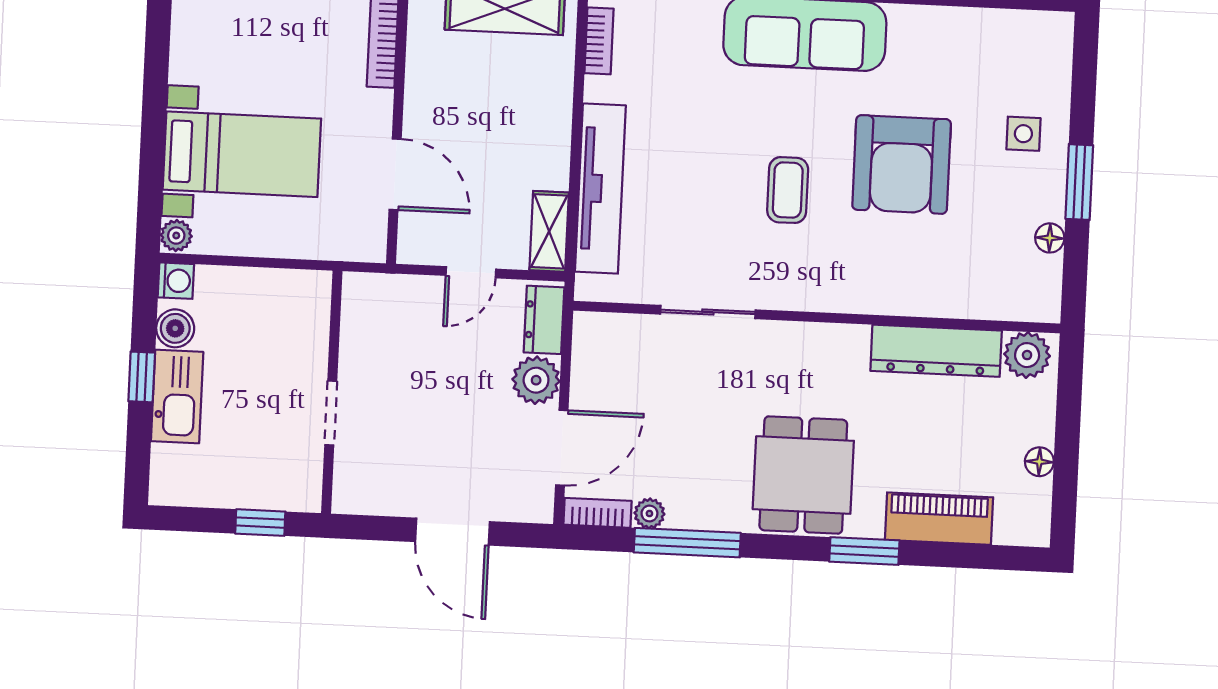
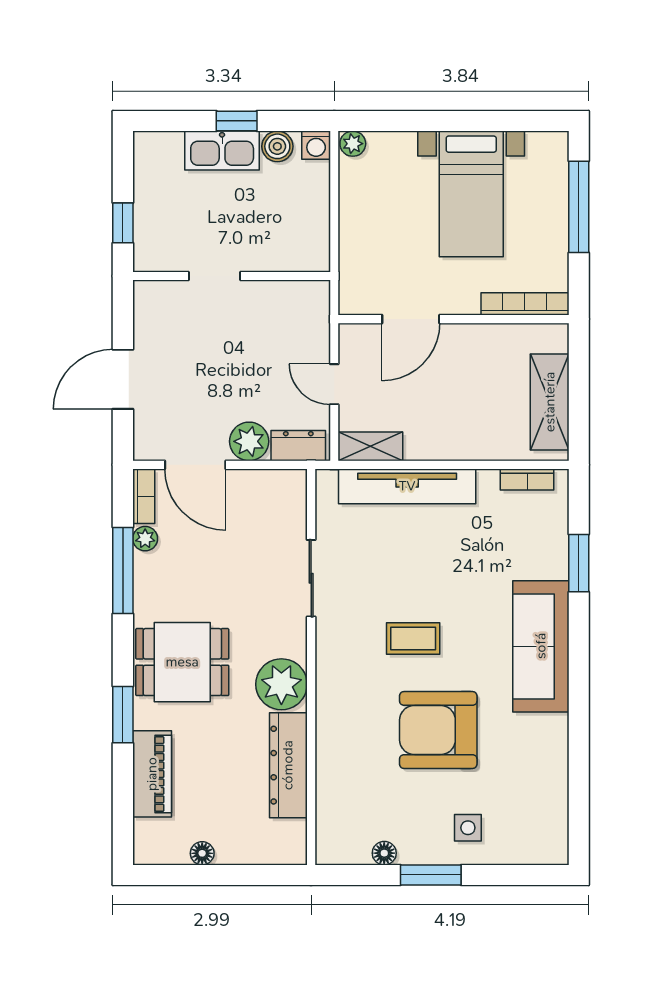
bed with nightstands: (242, 154) -> (471, 194), moved
plant: (1027, 355) -> (281, 684), moved, width x1.36, depth x1.36

